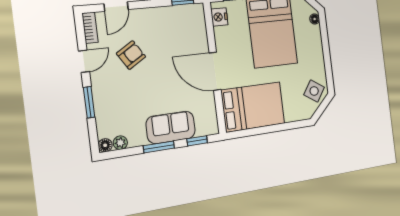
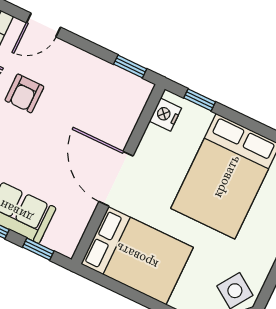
armchair: (131, 55) -> (24, 93), turned 122

